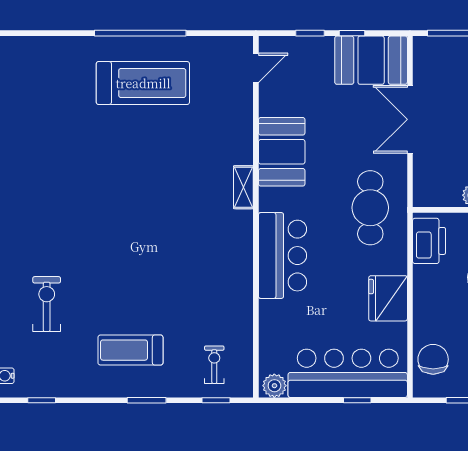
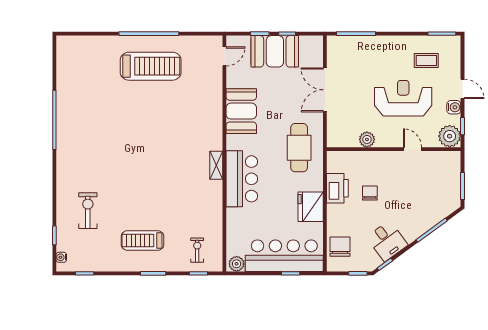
booth: (371, 60) -> (275, 51), moved
shelving: (243, 187) -> (216, 165), moved
printer: (429, 241) -> (337, 188), moved

